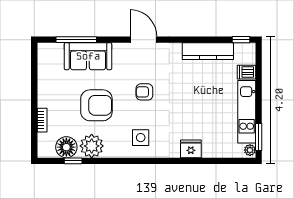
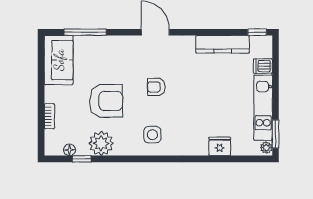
sofa: (88, 56) -> (59, 60), moved, turned -90
floor lamp: (66, 147) -> (70, 150), width x0.53, depth x0.53
fridge: (191, 149) -> (220, 146), moved

